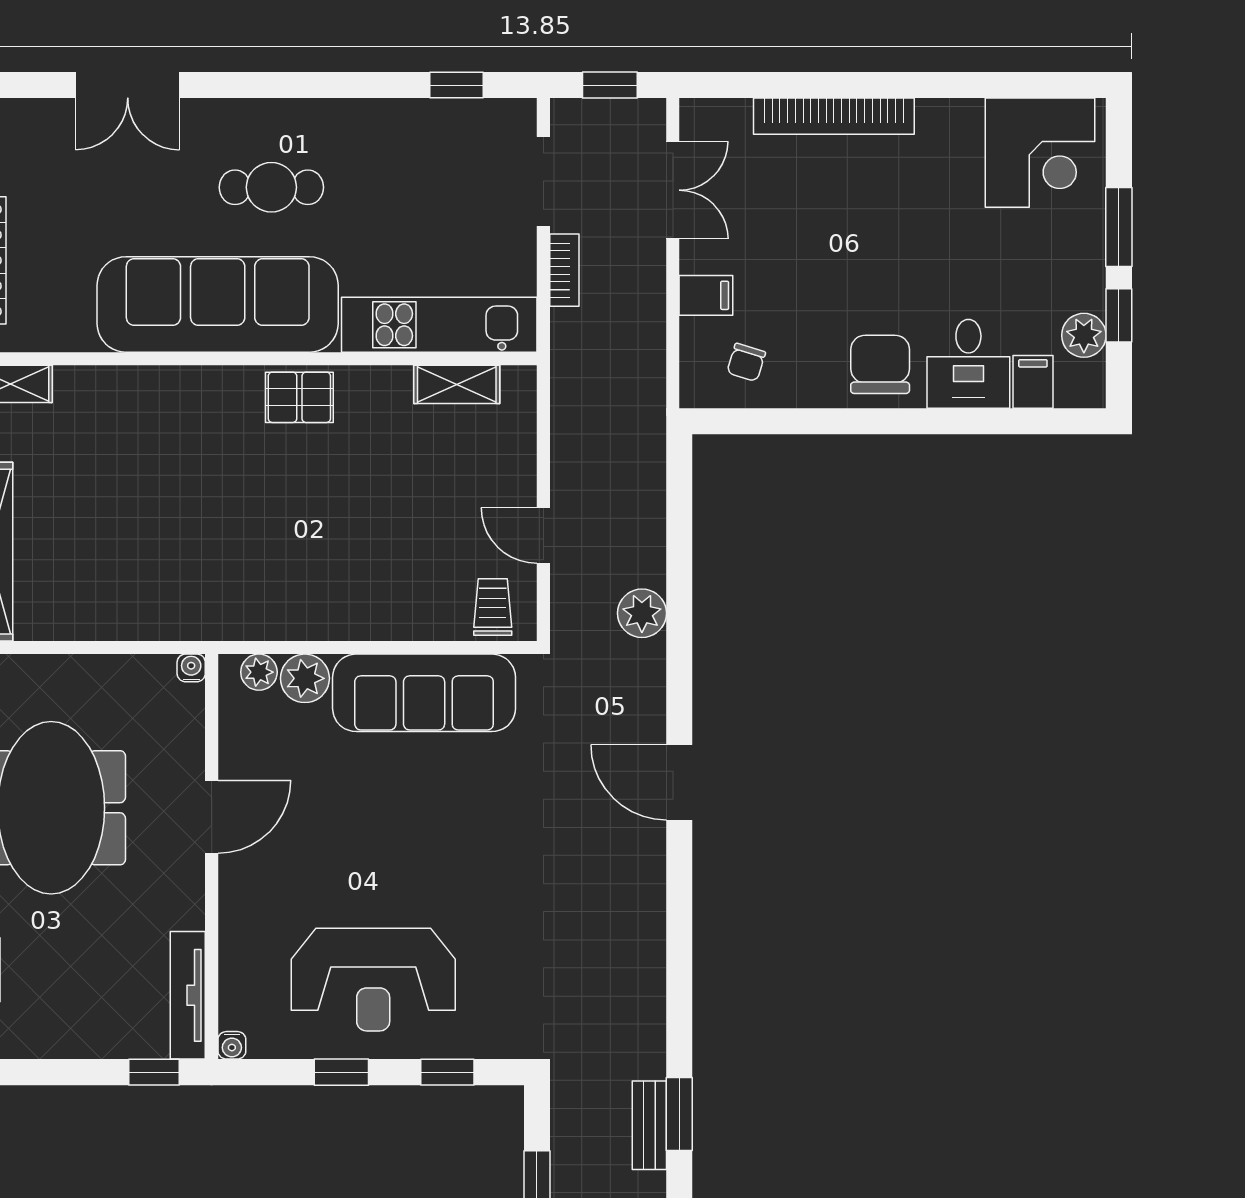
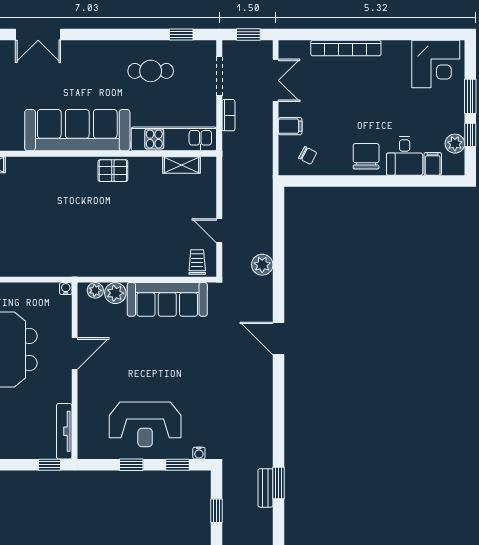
cafe table: (271, 187) -> (151, 71), moved
chair: (746, 362) -> (308, 155), turned -79
water cooler: (232, 1045) -> (199, 453), moved

